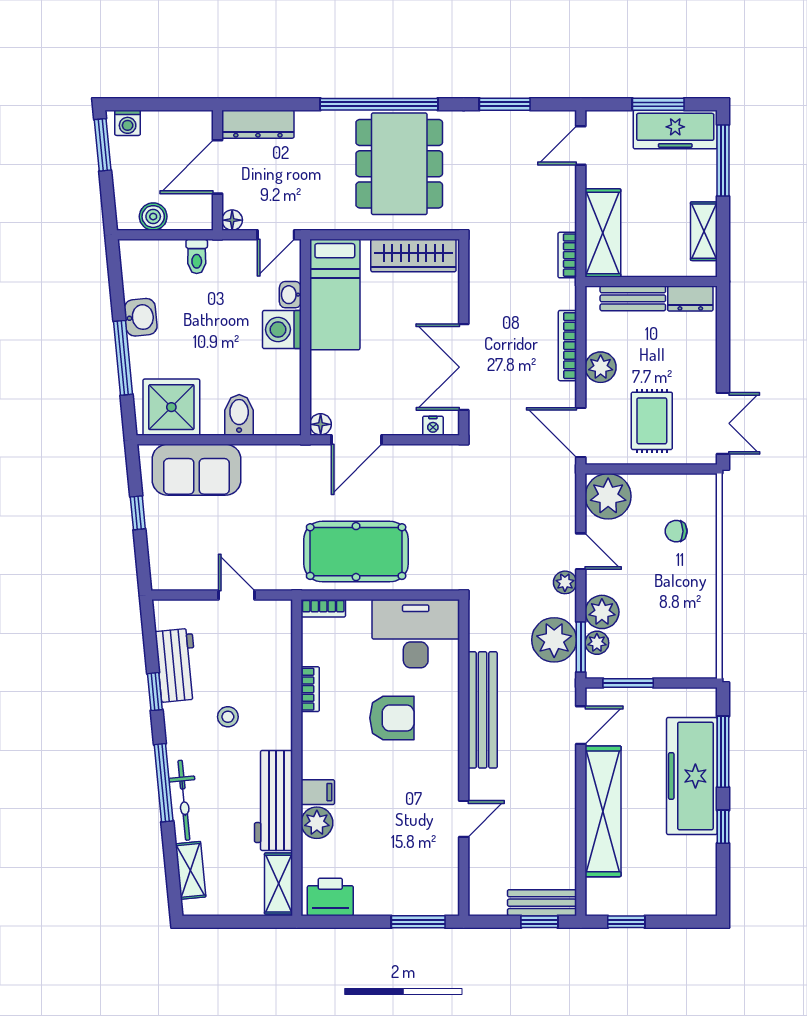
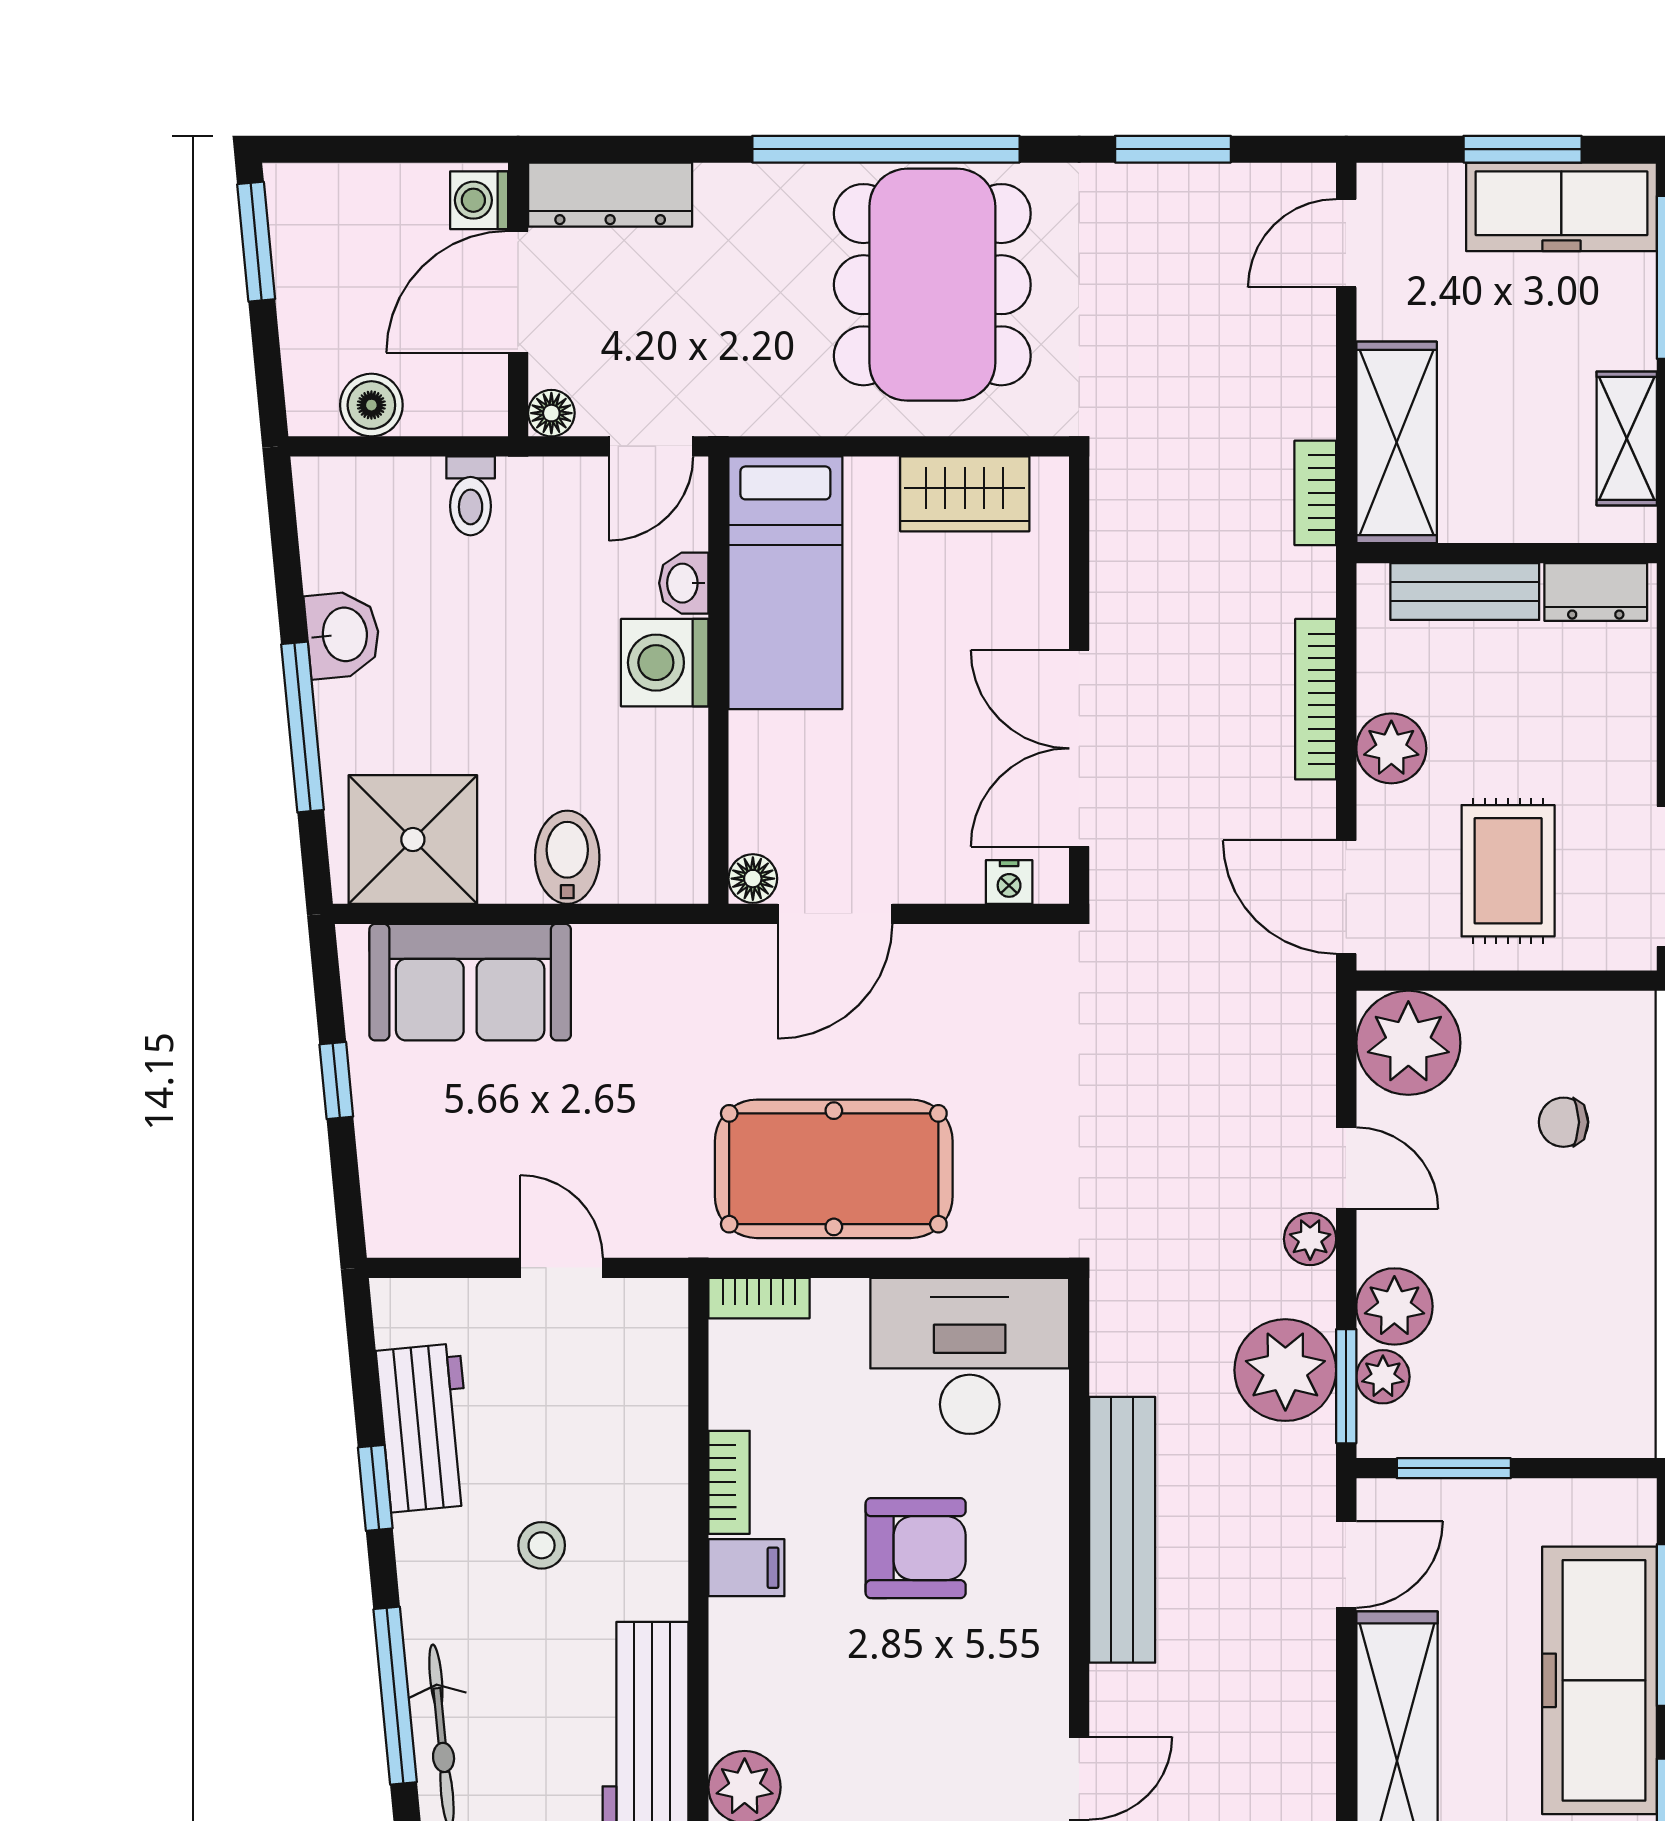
washing machine: (128, 123) -> (479, 200), moved, turned 90
wardrobe: (413, 255) -> (965, 494), width x0.67
filing cabinet: (318, 792) -> (746, 1568), moved

